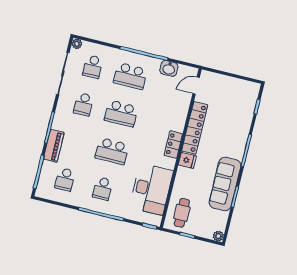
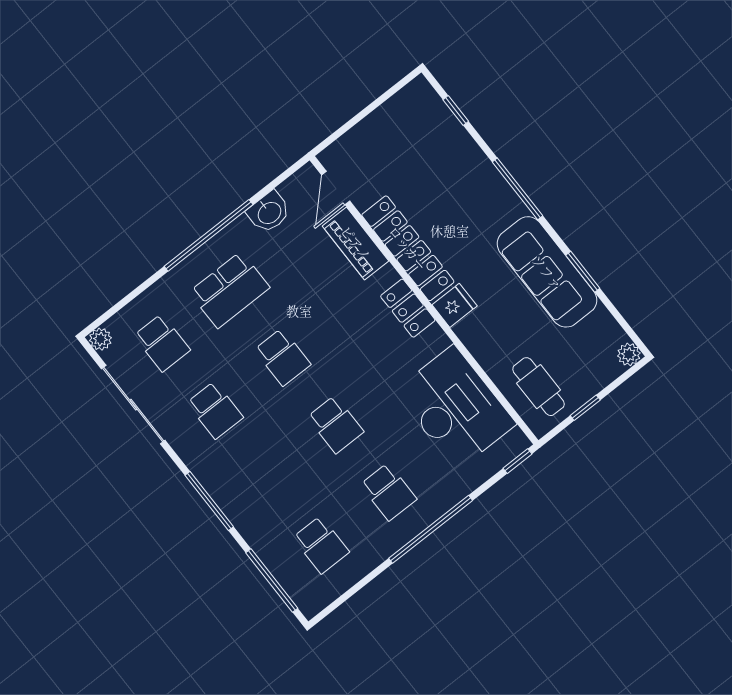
school desk: (121, 114) -> (282, 357), width x0.54
piano: (54, 146) -> (356, 243), moved, turned 180
school desk: (112, 151) -> (335, 424), width x0.54

